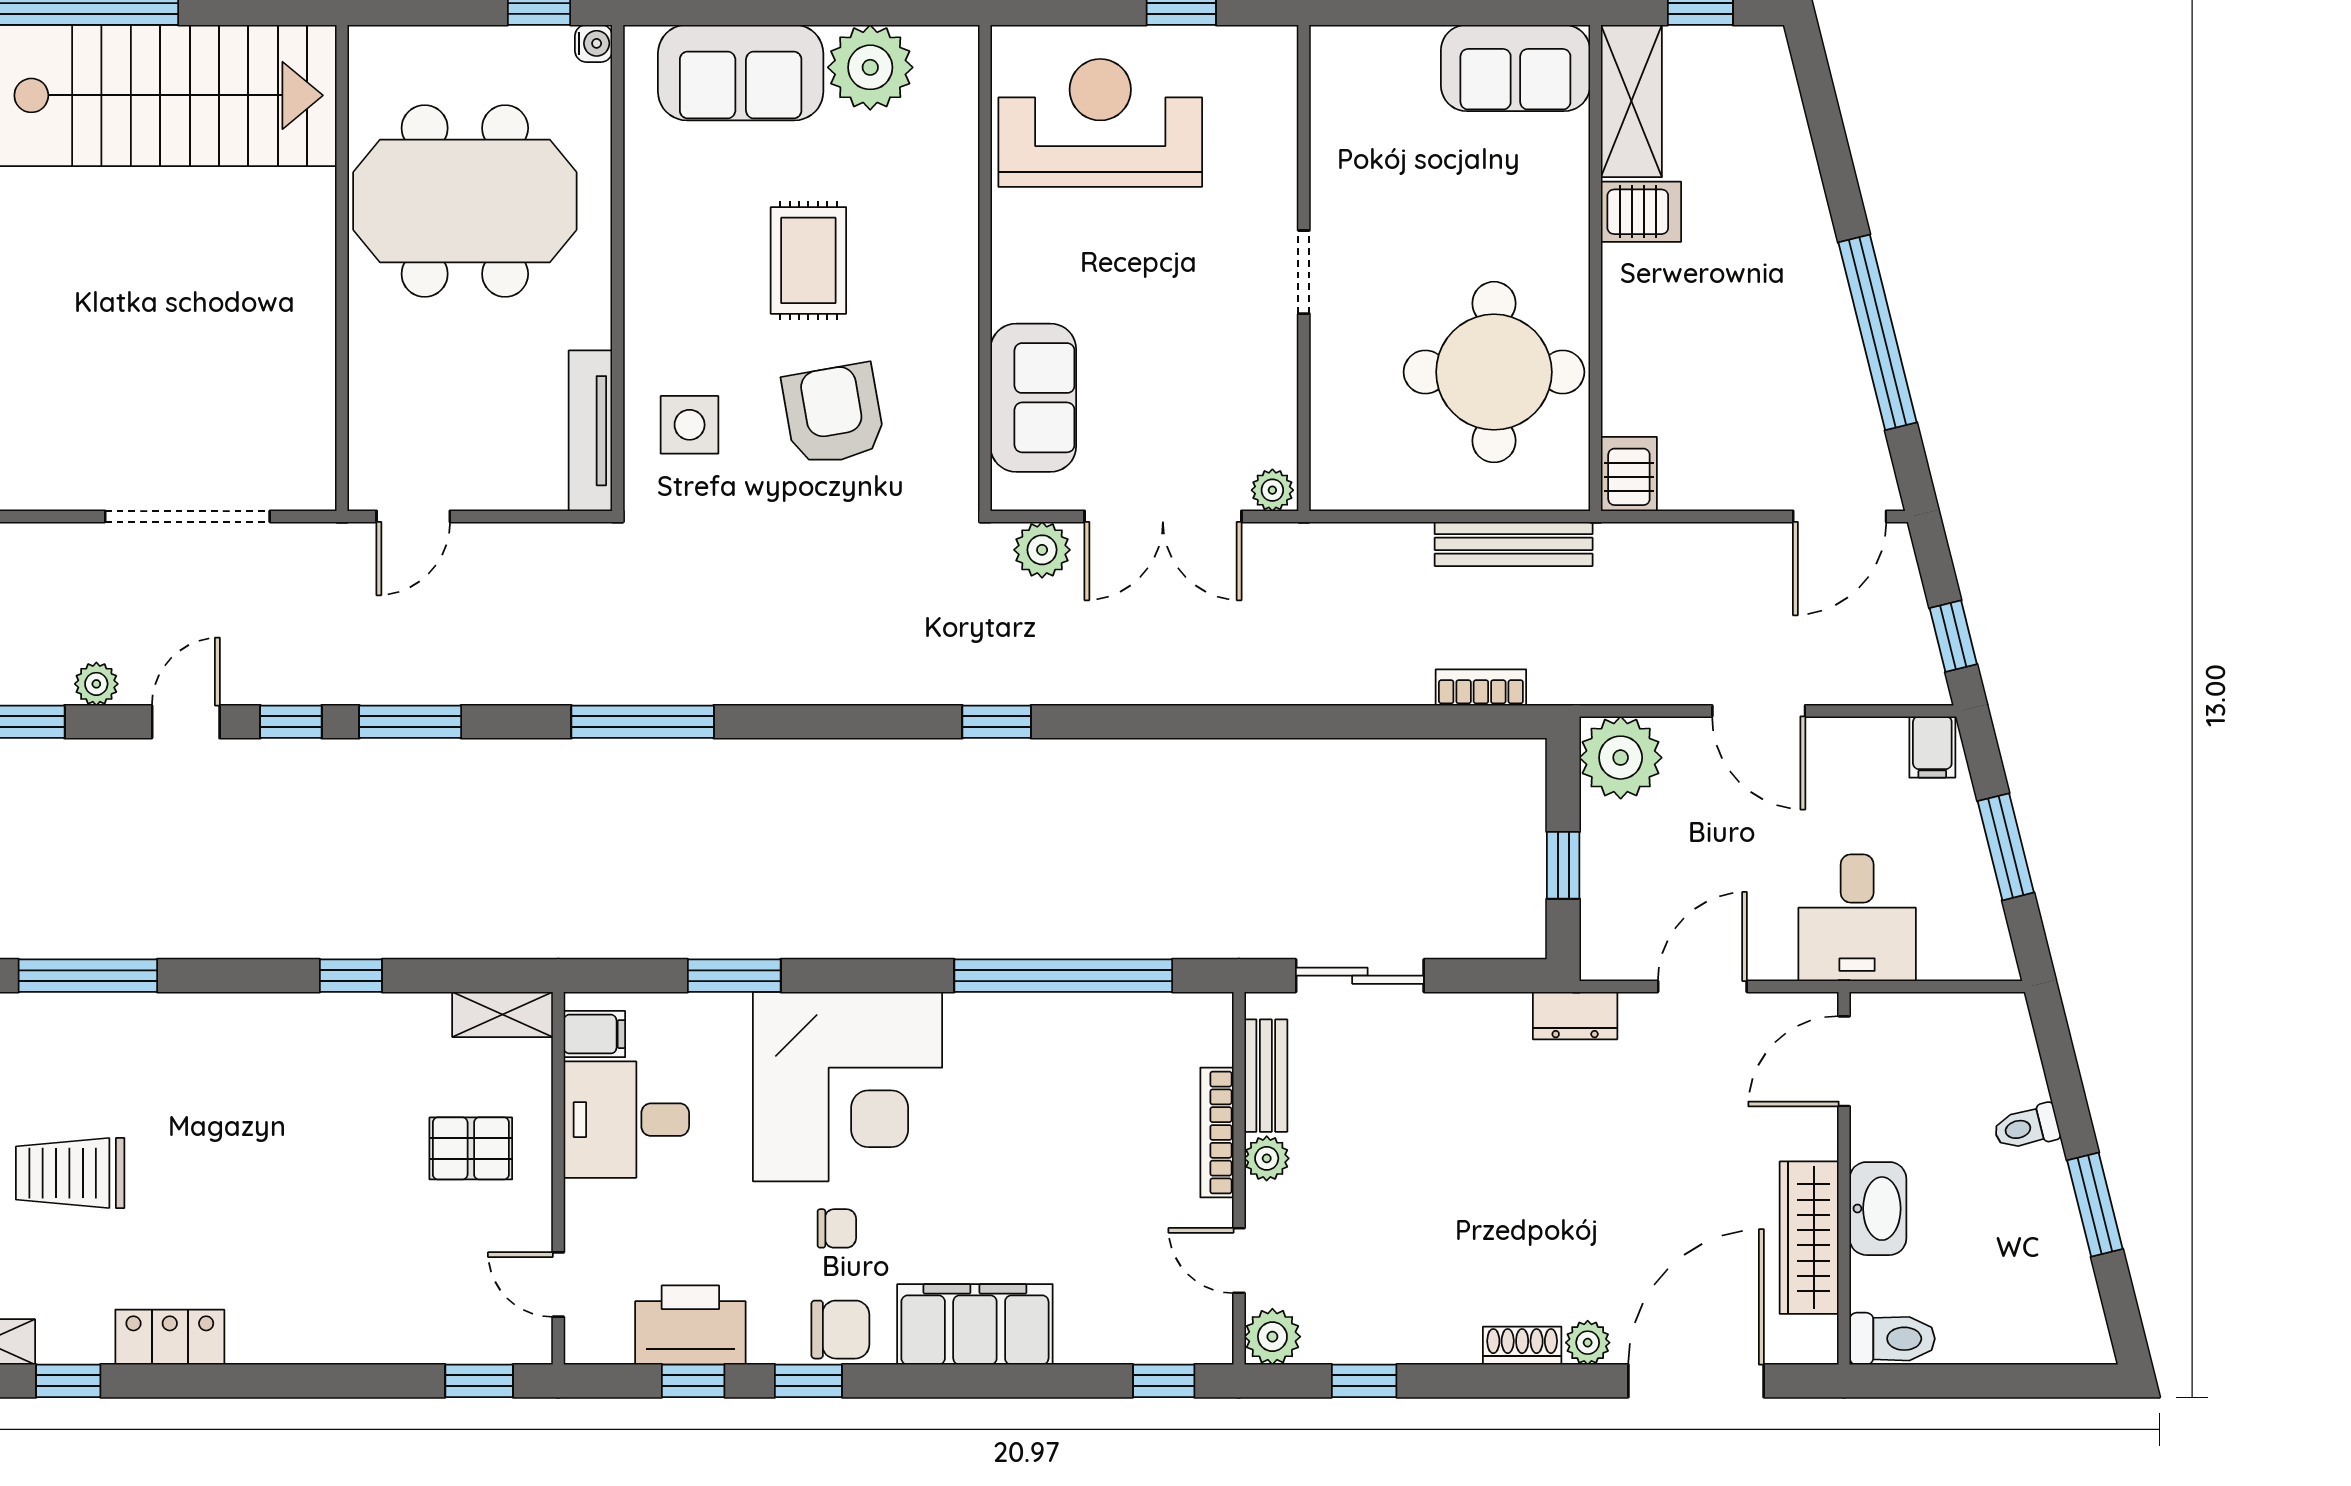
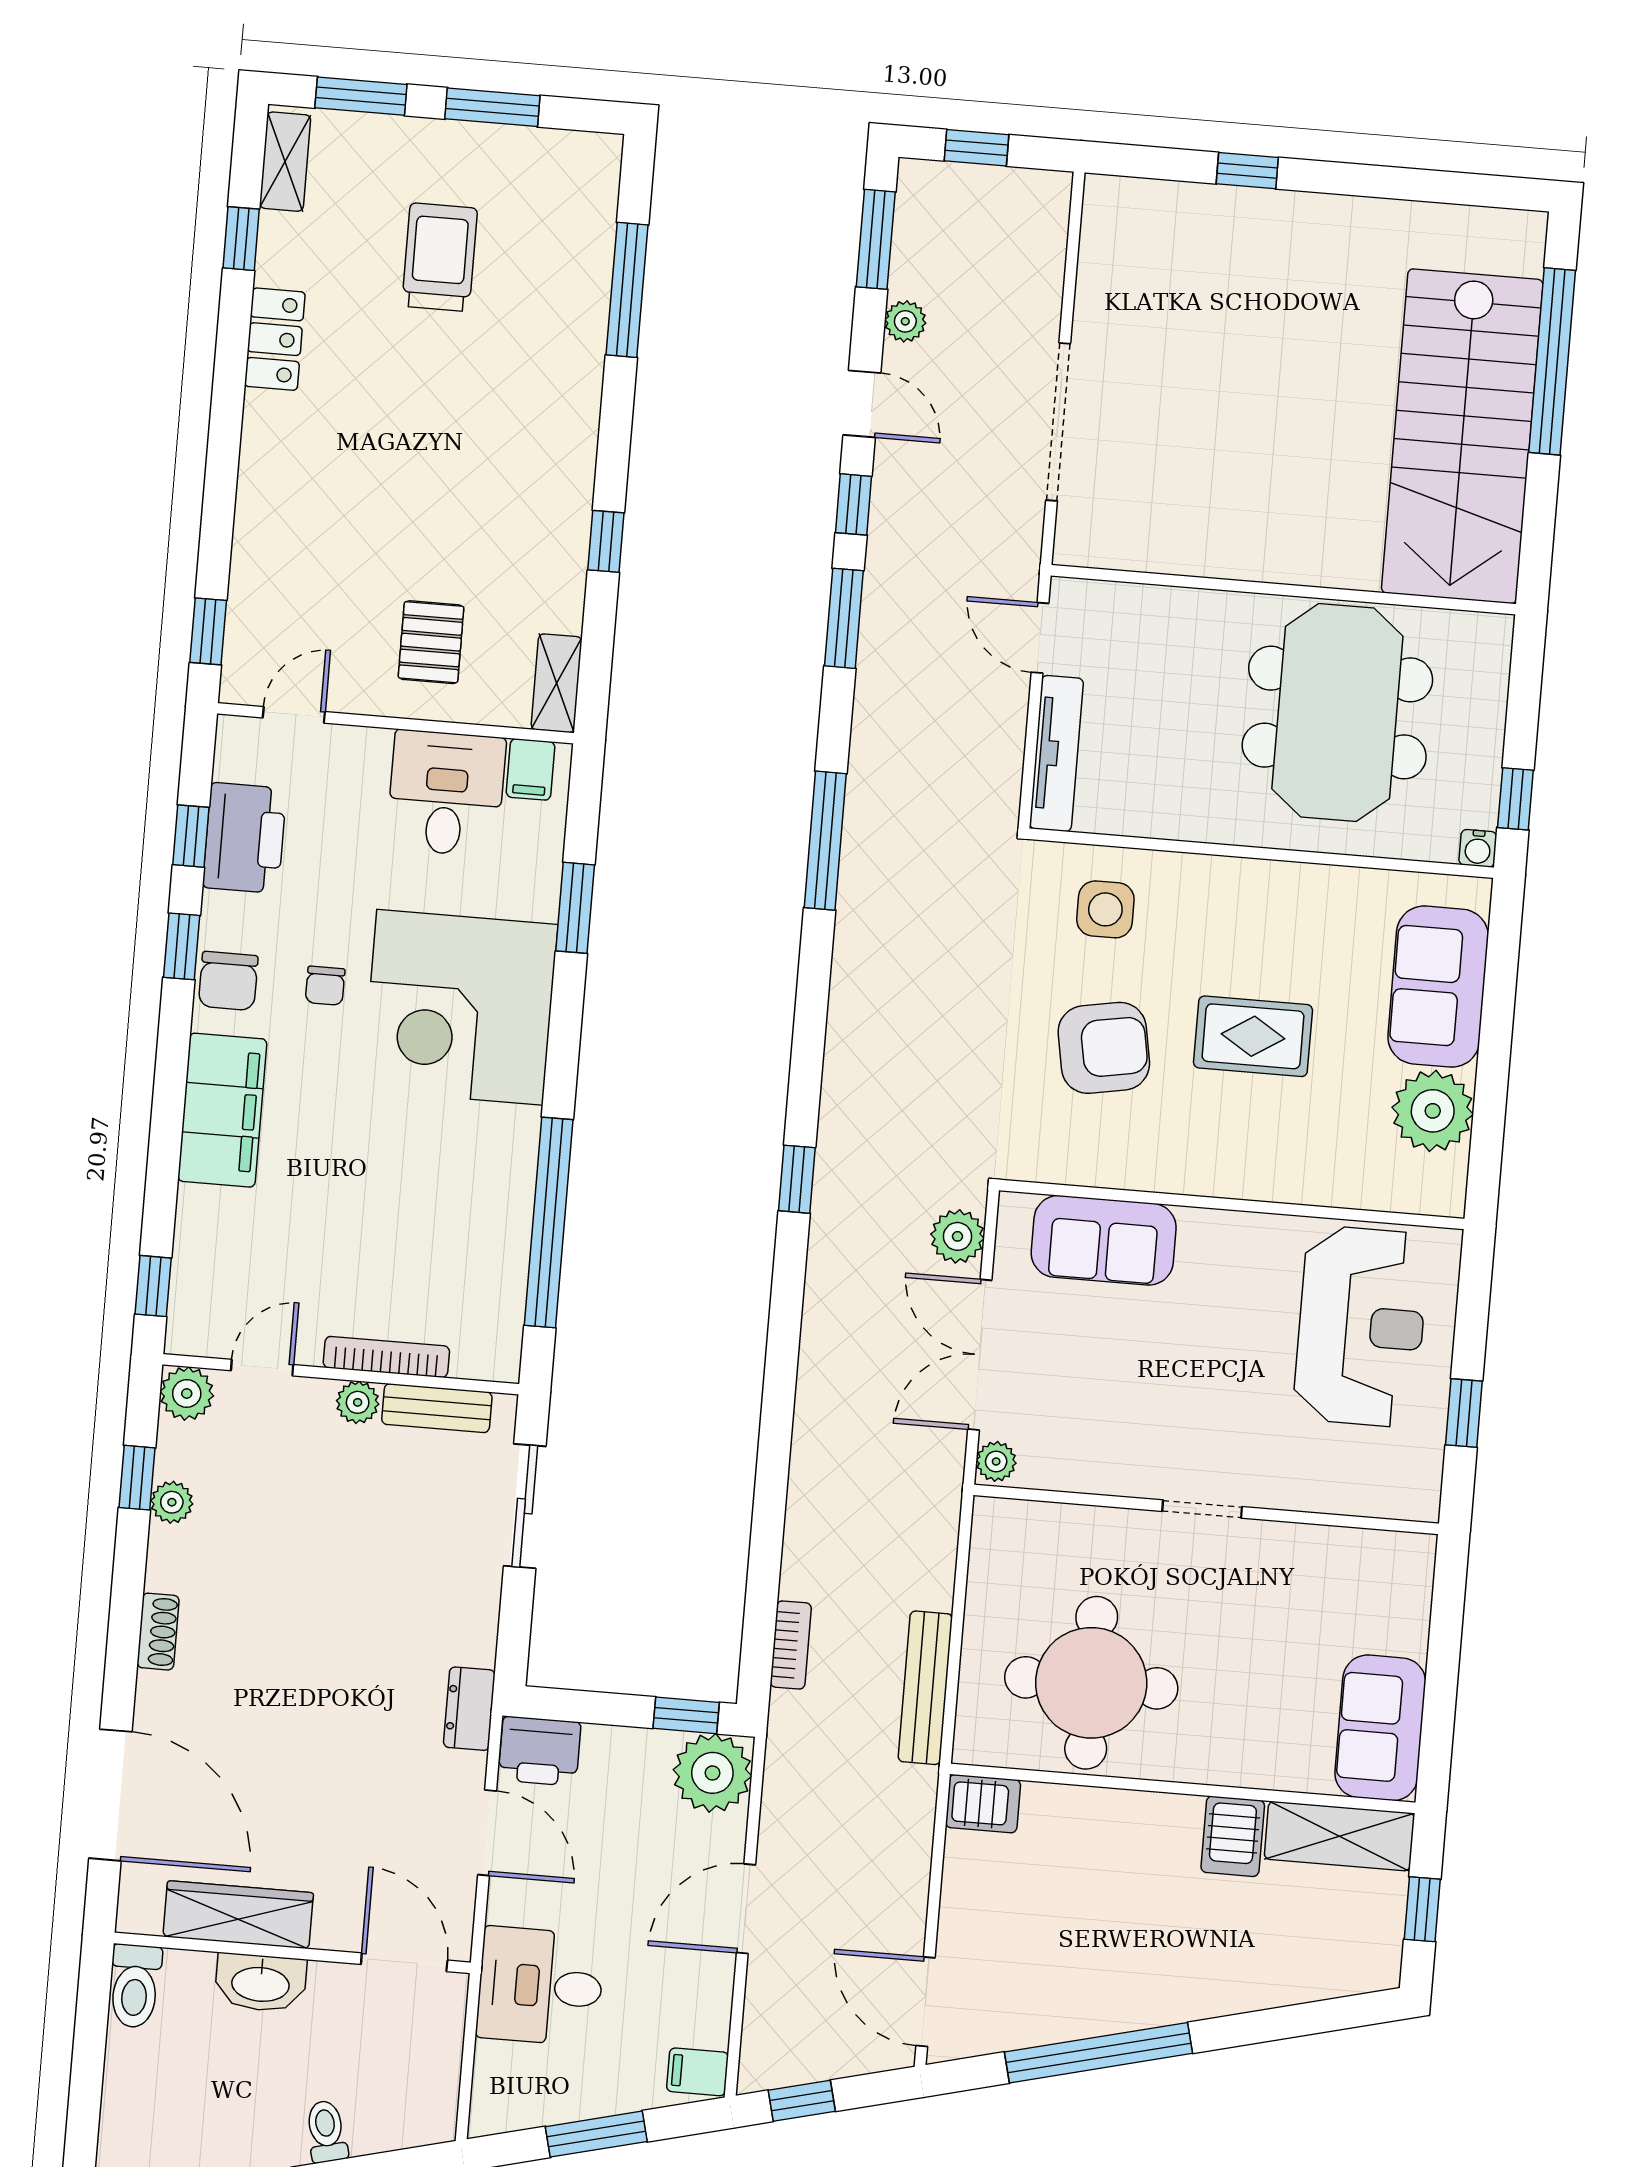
tv unit: (590, 431) -> (1056, 754), moved, turned 90
window: (1563, 865) -> (686, 1715), moved
printer: (1613, 939) -> (540, 1751), added
plant: (1588, 1343) -> (172, 1502), moved

